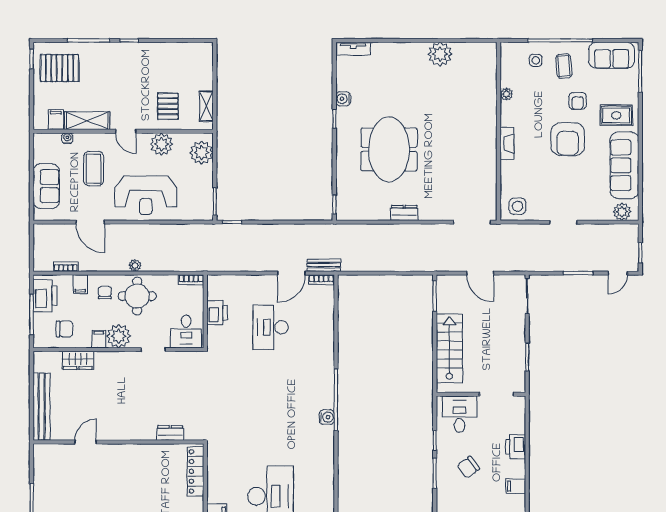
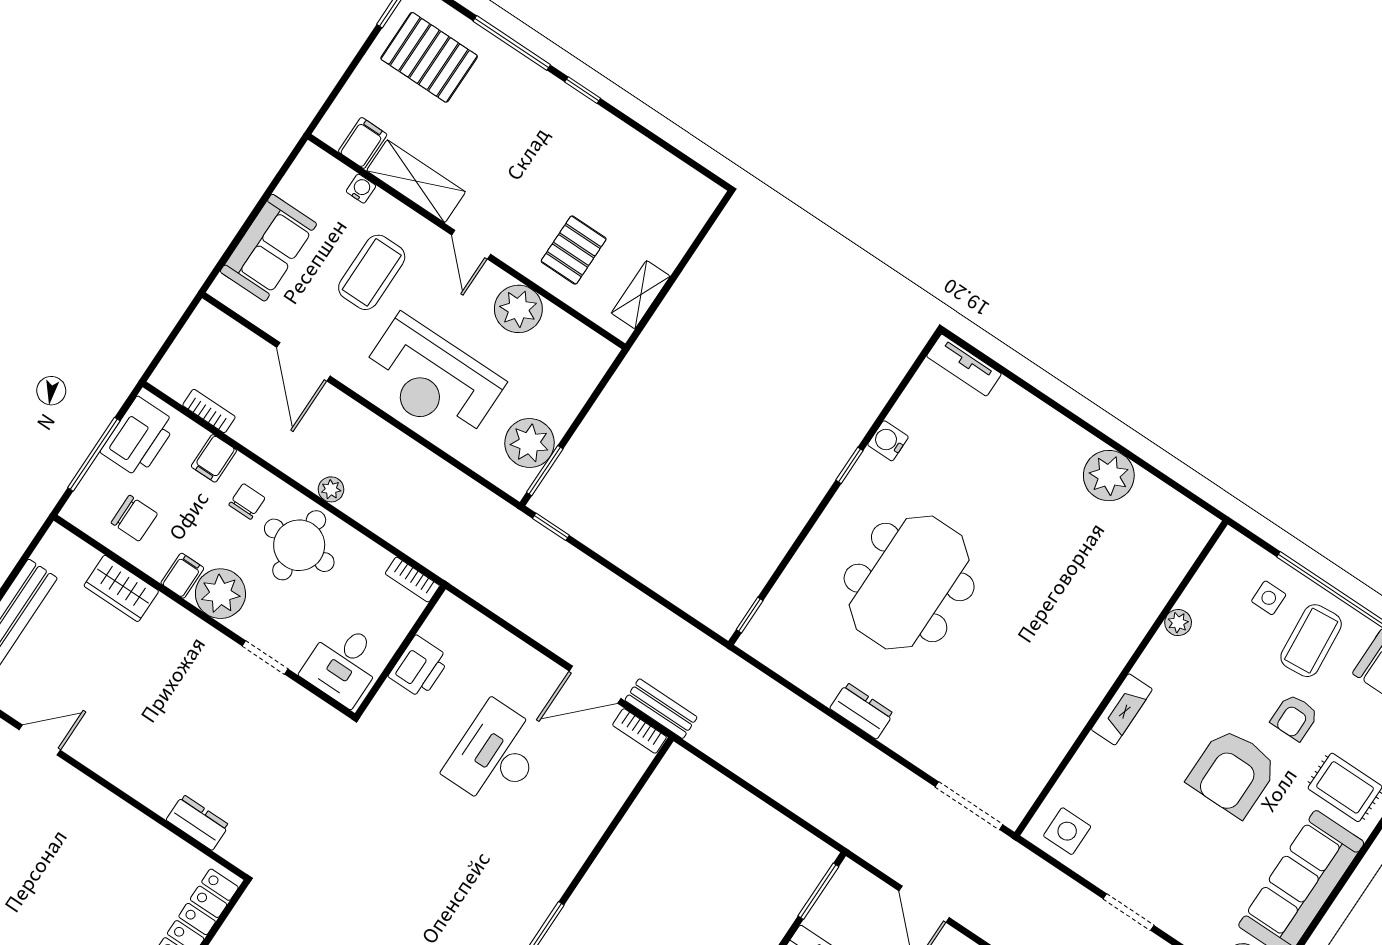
coffee table: (564, 66) -> (1311, 641), width x1.36, depth x1.30
plant: (201, 153) -> (530, 443), moved

